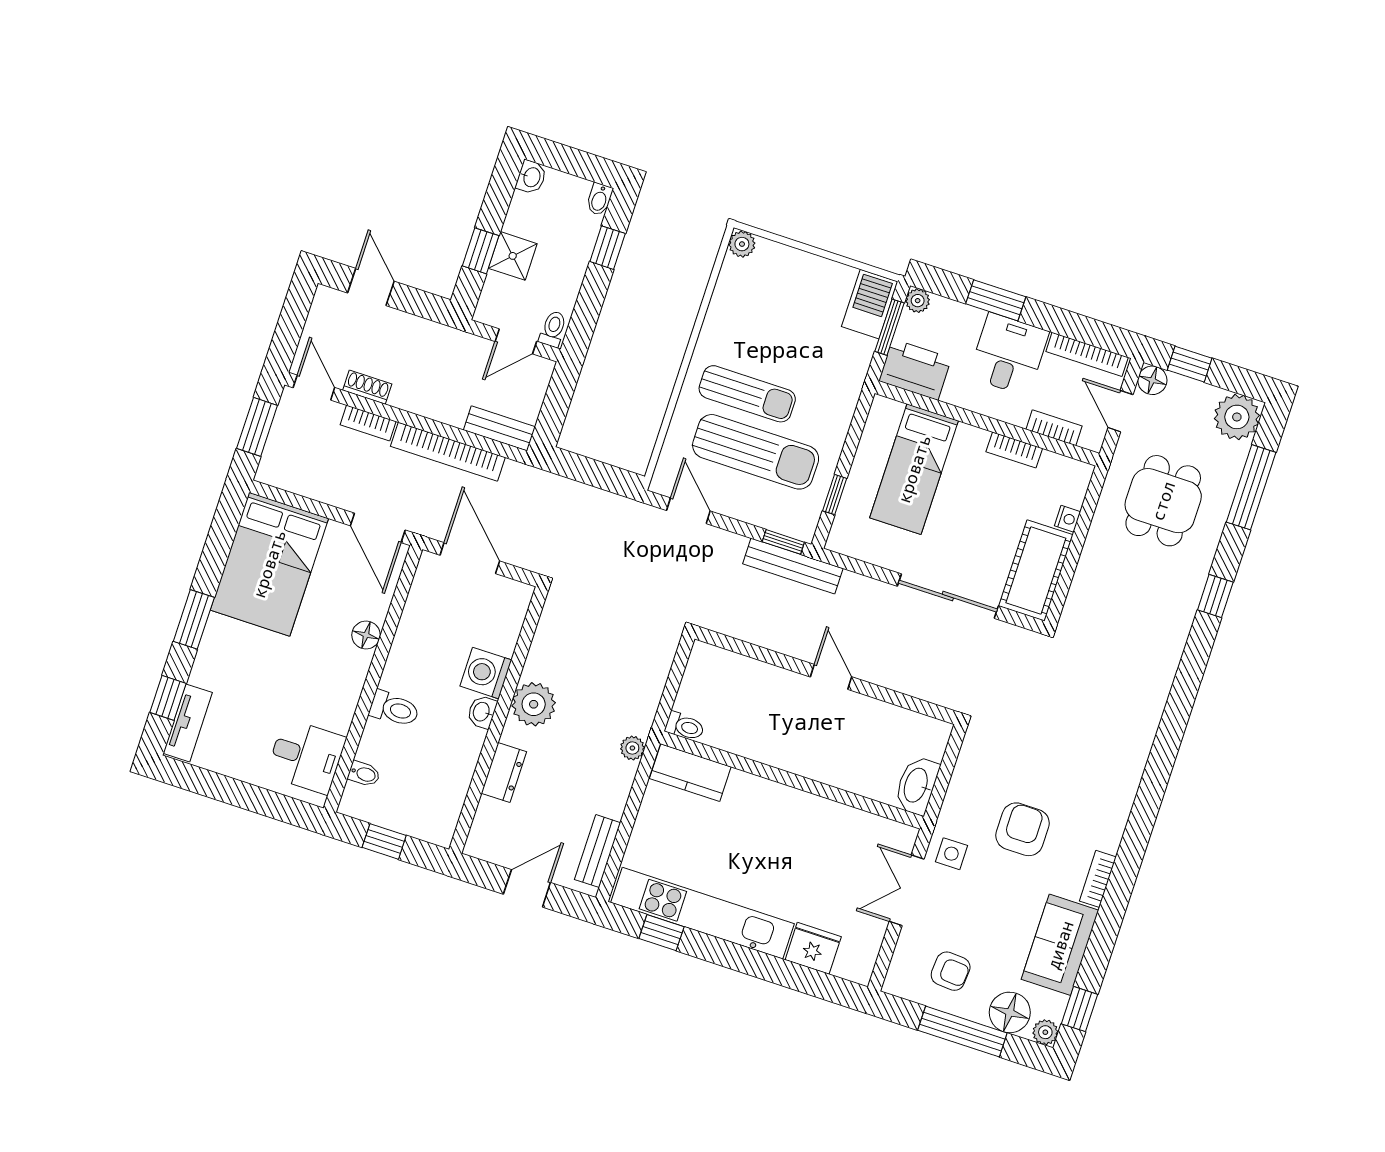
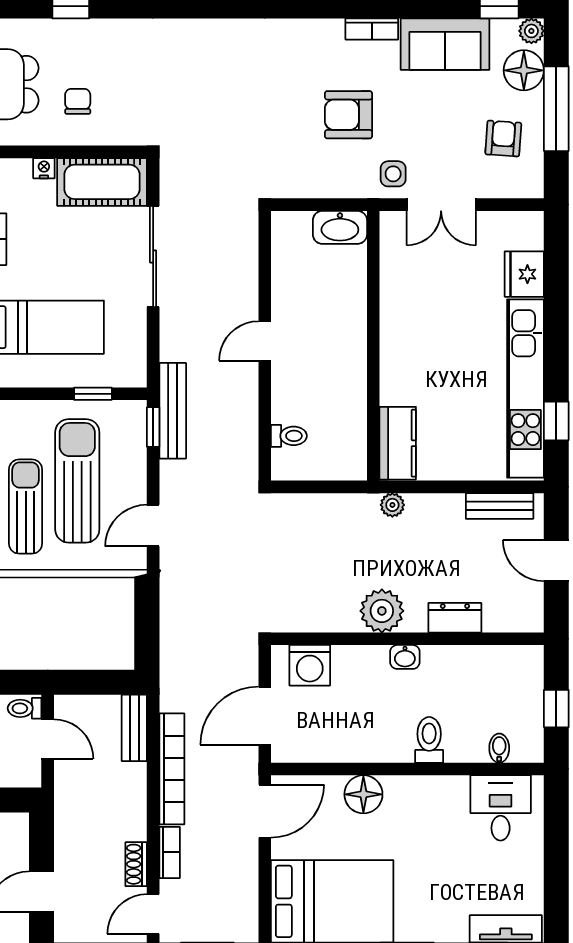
chair: (1121, 573) -> (78, 101), added
floor lamp: (366, 635) -> (363, 794), width x1.38, depth x1.38
washing machine: (486, 673) -> (310, 665), moved
toilet: (685, 726) -> (289, 436), moved, turned 90

